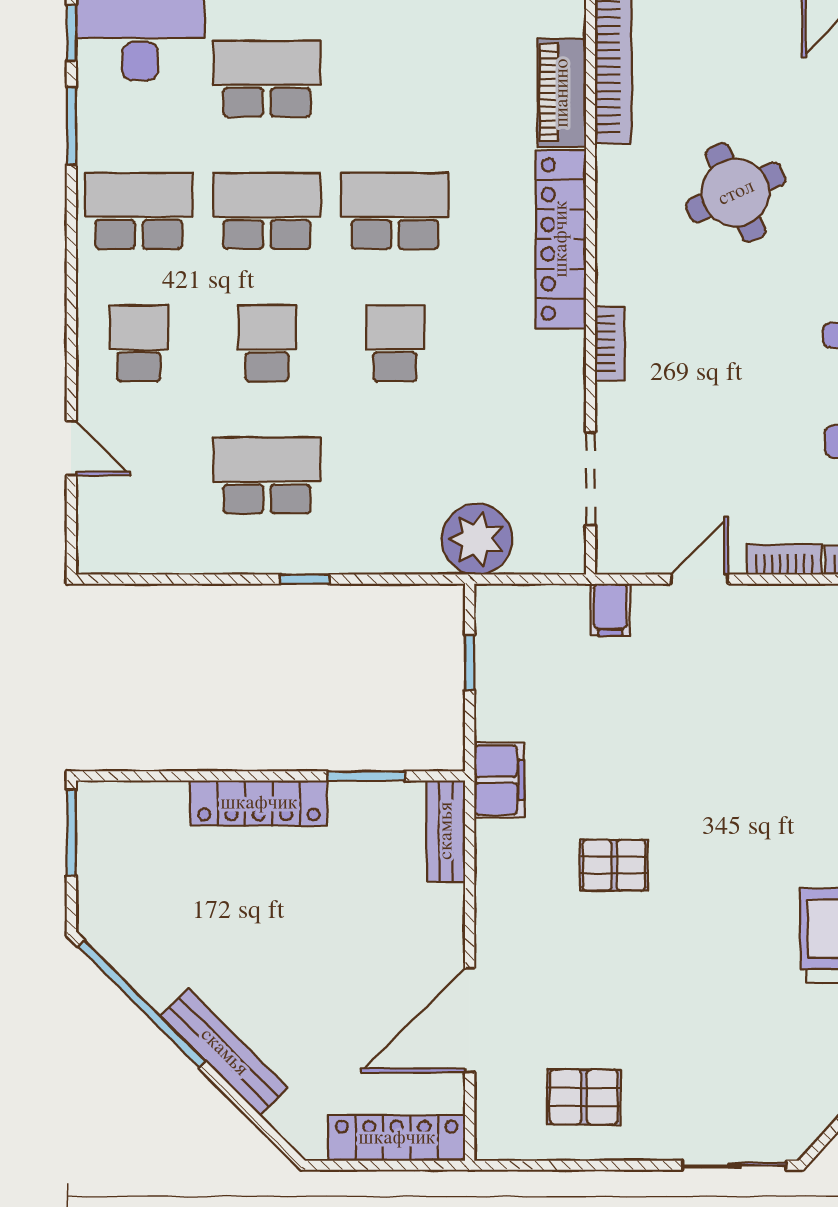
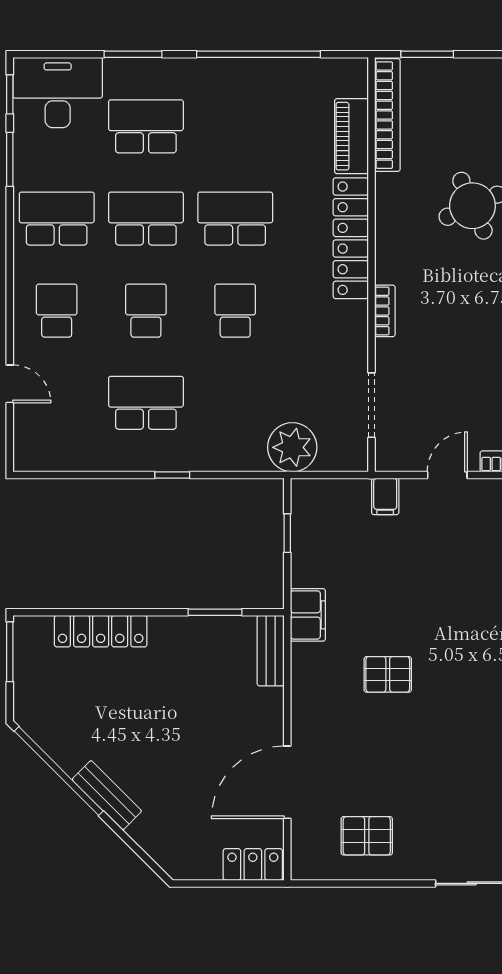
locker: (259, 803) -> (101, 631), moved
bench: (224, 1052) -> (107, 795), width x0.73
locker: (397, 1138) -> (253, 864), width x0.66

